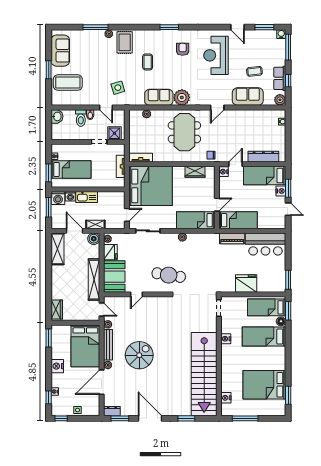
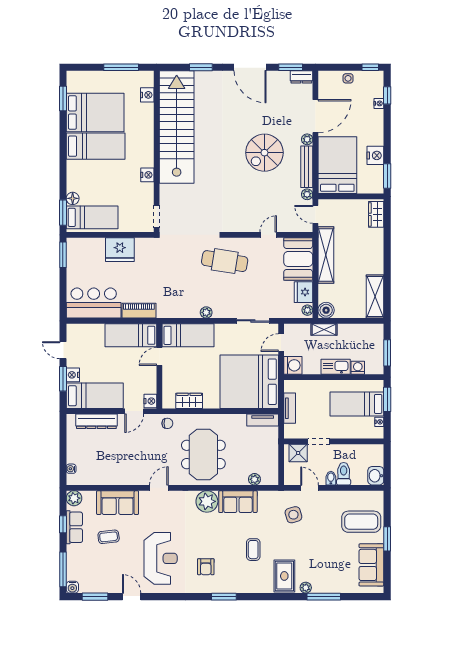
washing machine: (58, 198) -> (293, 365), moved, turned 90
door: (75, 231) -> (352, 321), removed
bed: (264, 336) -> (96, 146), moved
nightstand: (57, 366) -> (375, 155), moved

